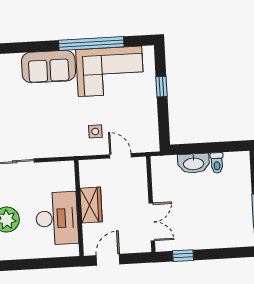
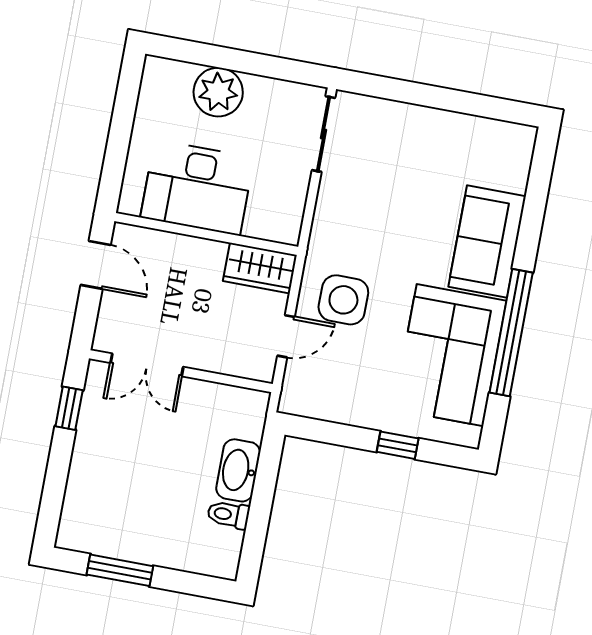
side table: (95, 131) -> (343, 300), width x1.87, depth x1.87
wardrobe: (91, 205) -> (260, 268), moved

